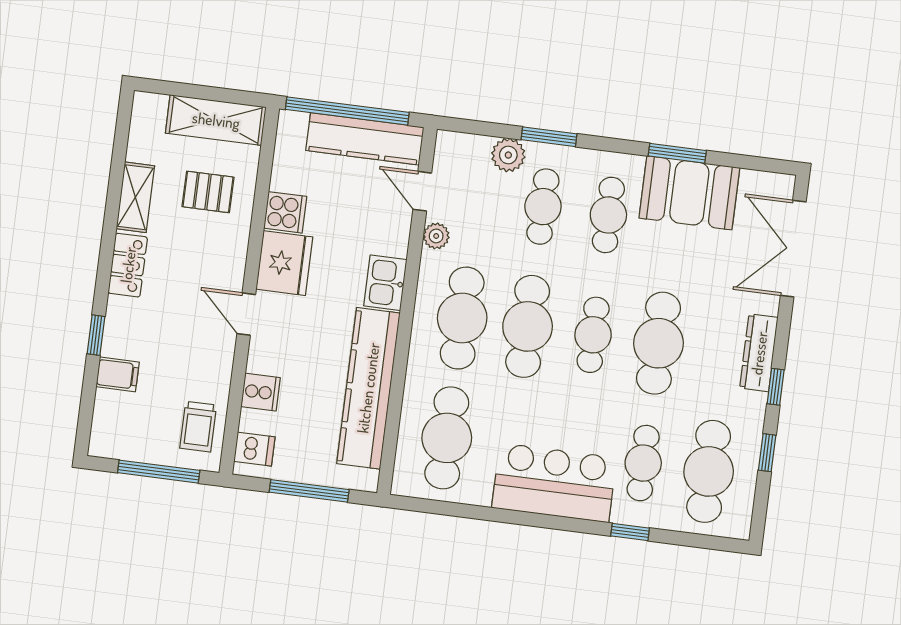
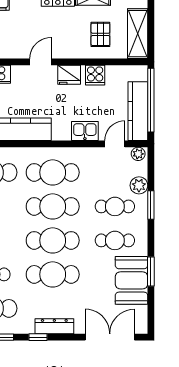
plant: (436, 236) -> (138, 154), moved
fridge: (284, 263) -> (69, 75), width x0.73, depth x0.75
kitchen sink: (385, 283) -> (85, 131), moved
cafe table: (593, 335) -> (53, 240), width x1.37, depth x1.35

